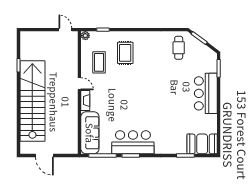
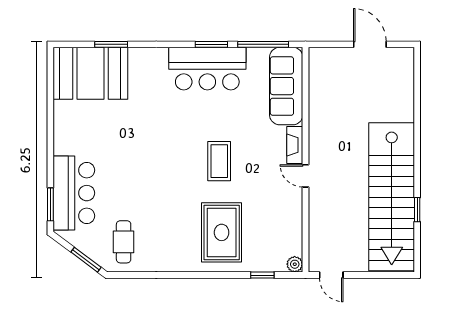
rug: (125, 53) -> (222, 232), width x1.36, depth x1.43
coffee table: (99, 62) -> (219, 161), moved
bar counter: (206, 93) -> (74, 193), moved
stairs: (32, 101) -> (392, 197), moved
booth: (202, 144) -> (90, 73), width x1.36, depth x1.42

